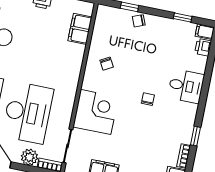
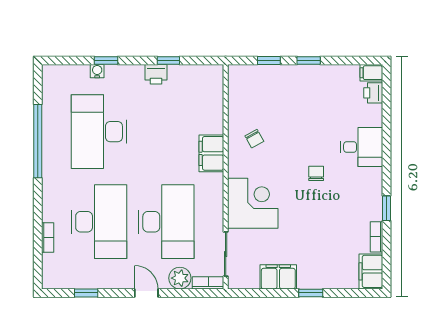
window: (183, 18) -> (309, 60), moved
chair: (139, 21) -> (284, 76), removed
filing cabinet: (80, 29) -> (211, 153), moved

